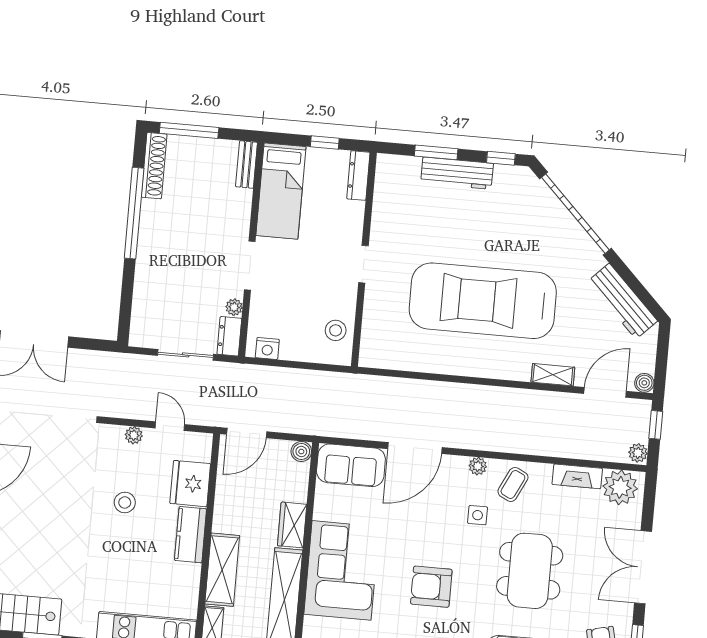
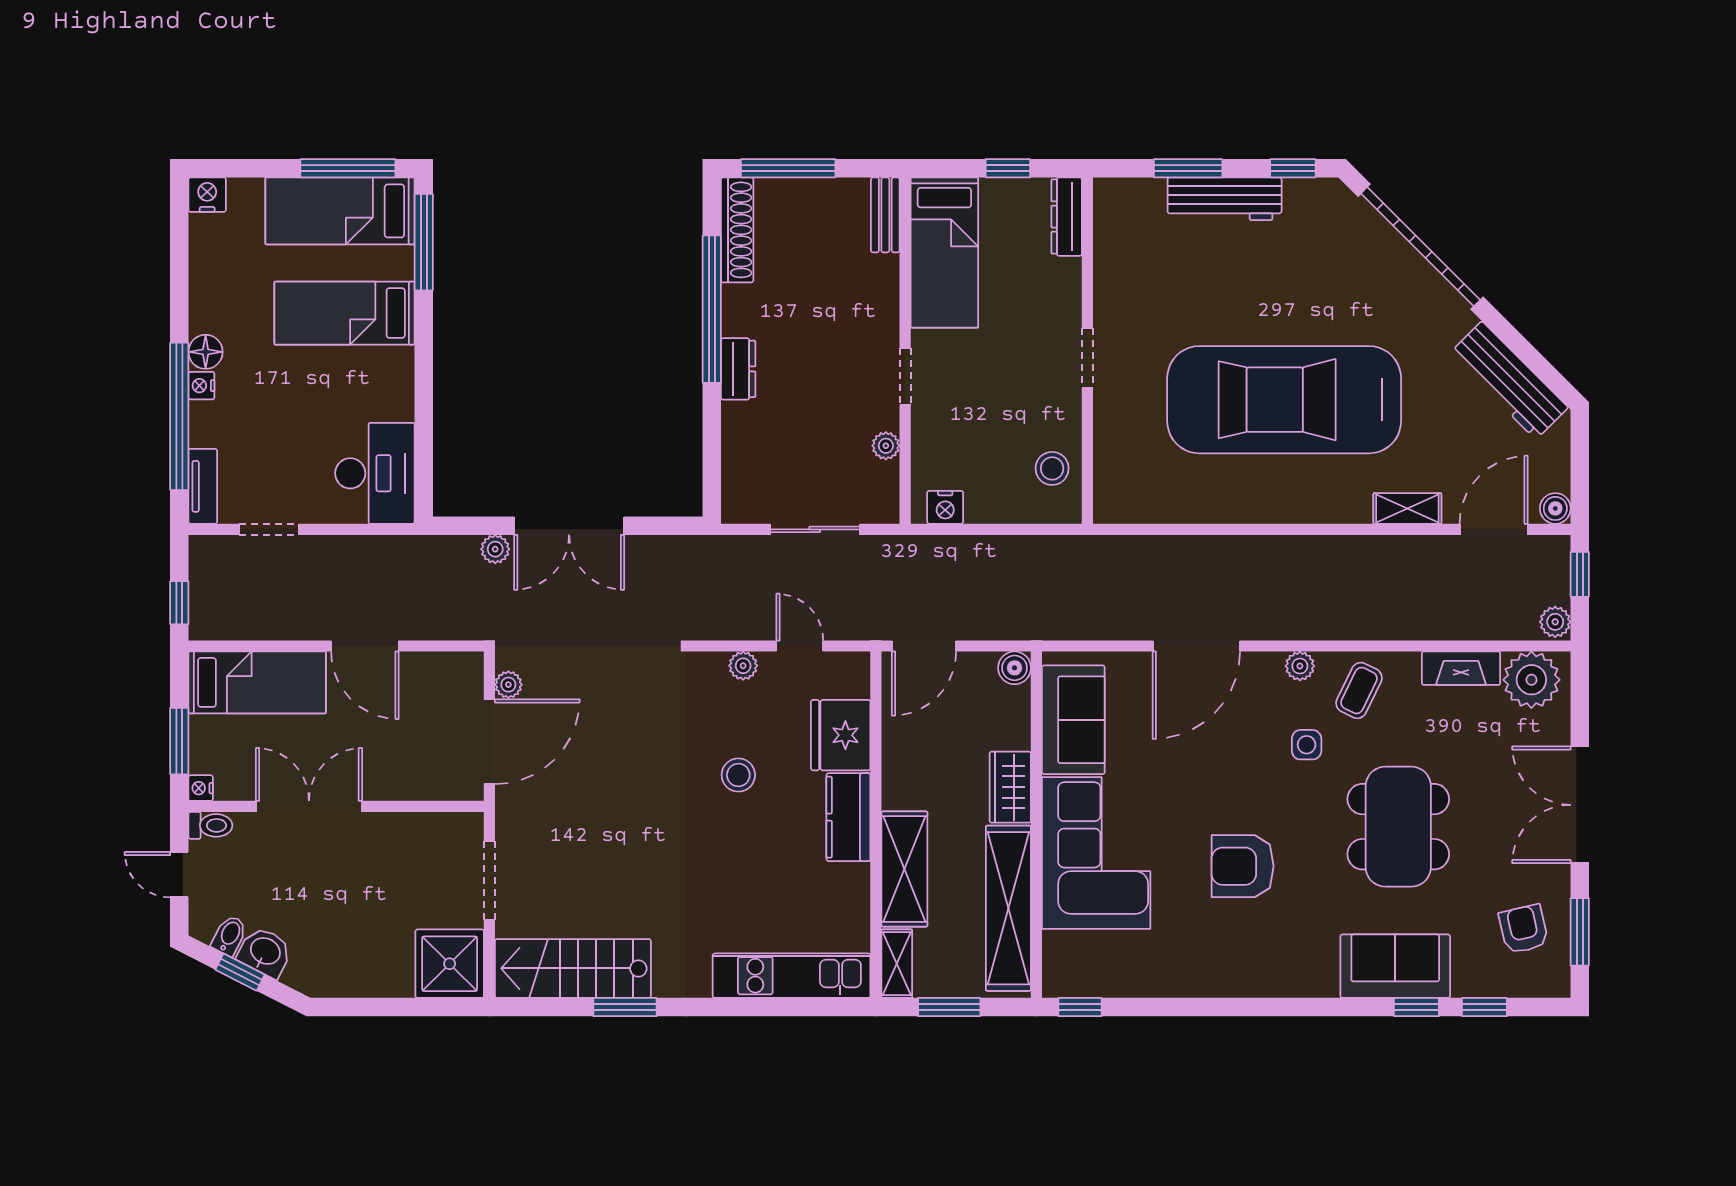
doorway: (250, 266) -> (905, 377), width x0.73
dresser: (229, 336) -> (738, 369), moved, turned 180
sofa: (351, 465) -> (1073, 720), moved, turned -90

